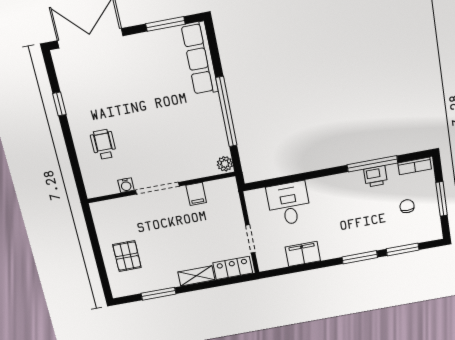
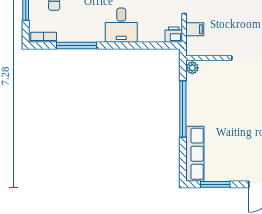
printer: (376, 176) -> (174, 35), moved
filing cabinet: (196, 194) -> (195, 29), moved, turned 90
desk: (289, 204) -> (121, 25), moved

